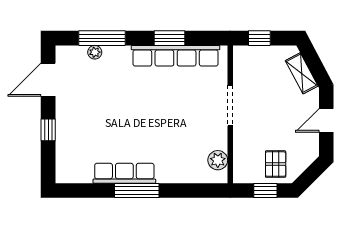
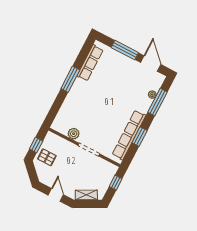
window: (48, 130) -> (125, 50), width x2.17
plant: (218, 160) -> (74, 134), moved
row of seats: (124, 173) -> (90, 63), moved

